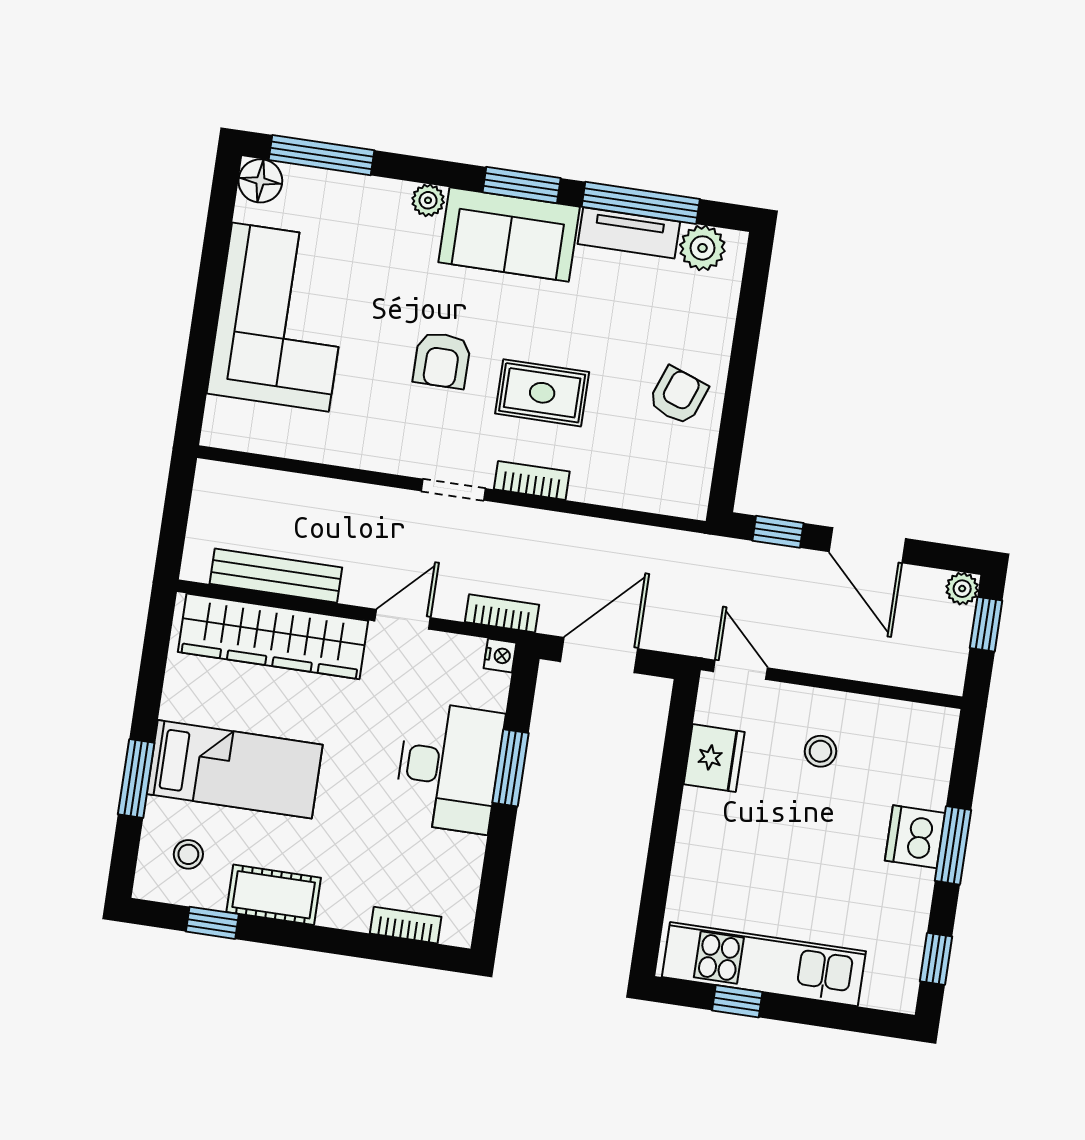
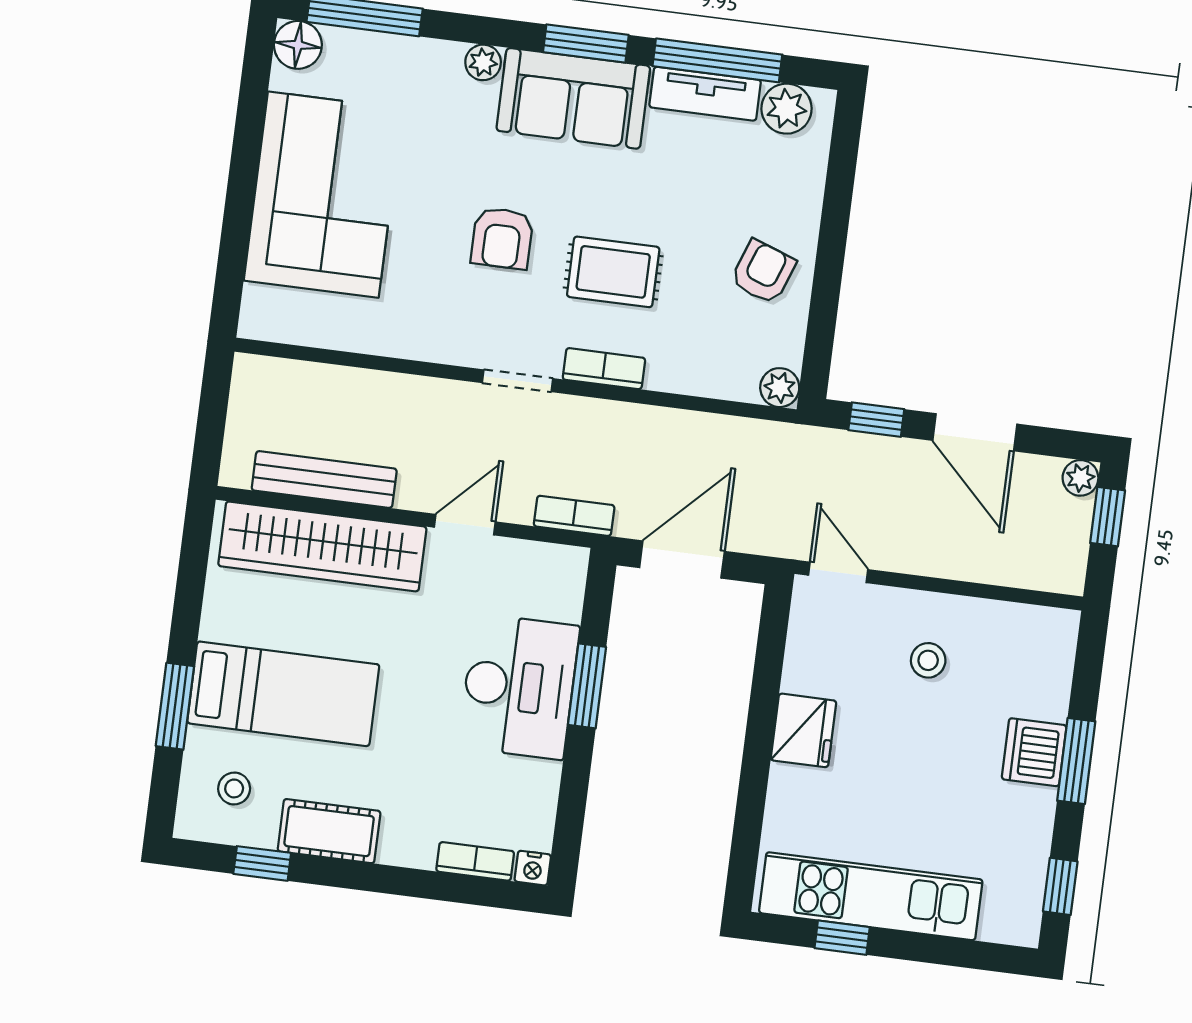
plant: (691, 501) -> (780, 388), added
nightstand: (500, 656) -> (533, 868), moved, turned 90
fridge: (714, 758) -> (803, 730), moved

